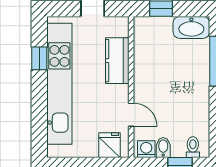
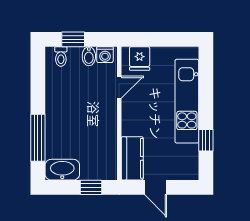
kitchen counter: (117, 61) -> (132, 158), moved
kitchen unit: (59, 84) -> (187, 101), width x0.73
door: (131, 115) -> (119, 87), swing flipped

